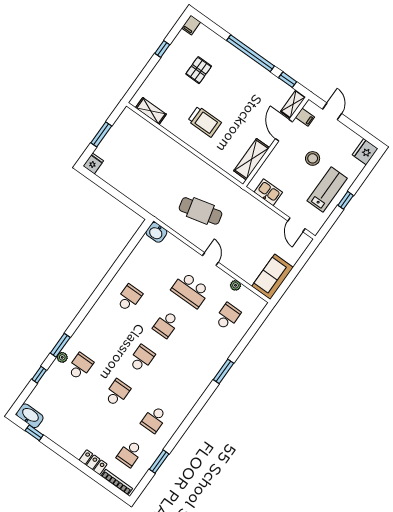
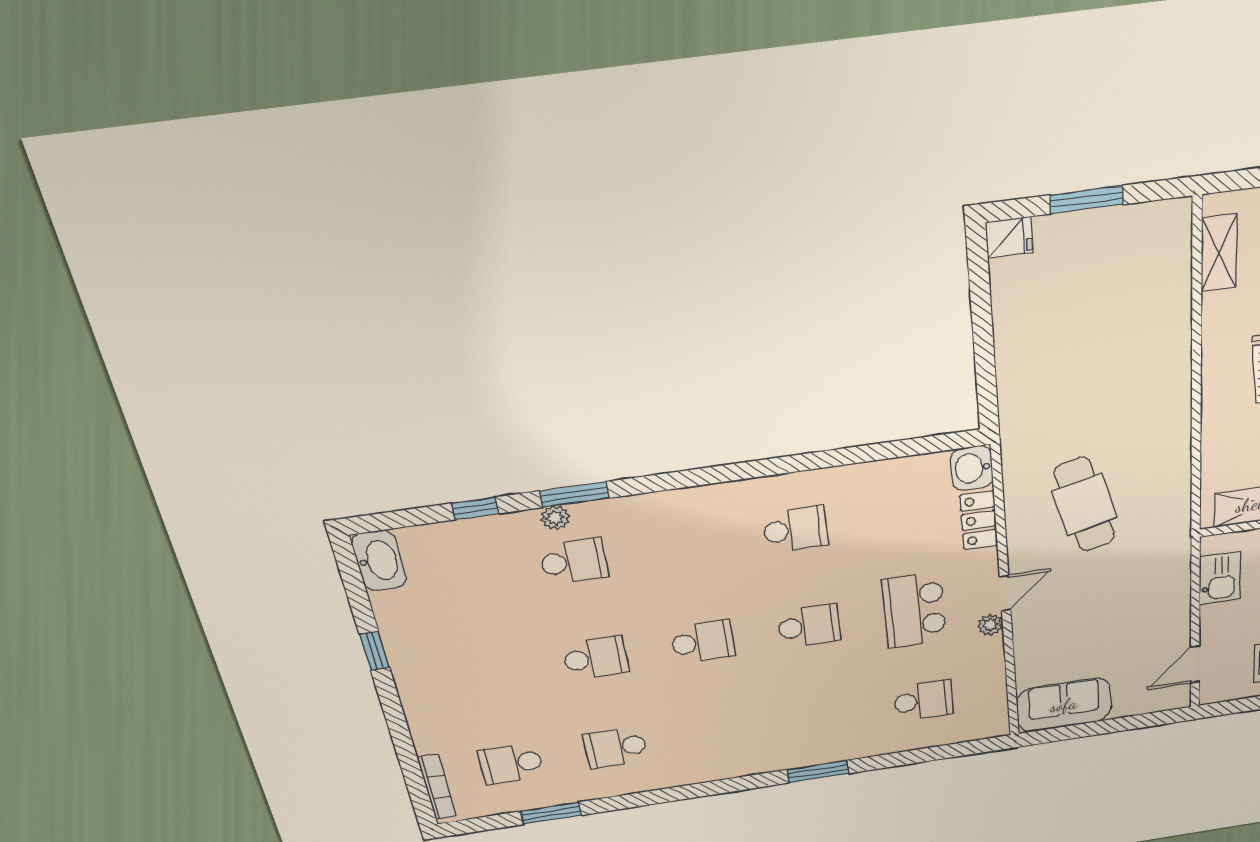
plant: (235, 285) -> (990, 625), moved
school desk: (166, 324) -> (809, 626), turned 180
window: (34, 433) -> (375, 651), moved
locker: (93, 462) -> (979, 520), moved, turned 180

